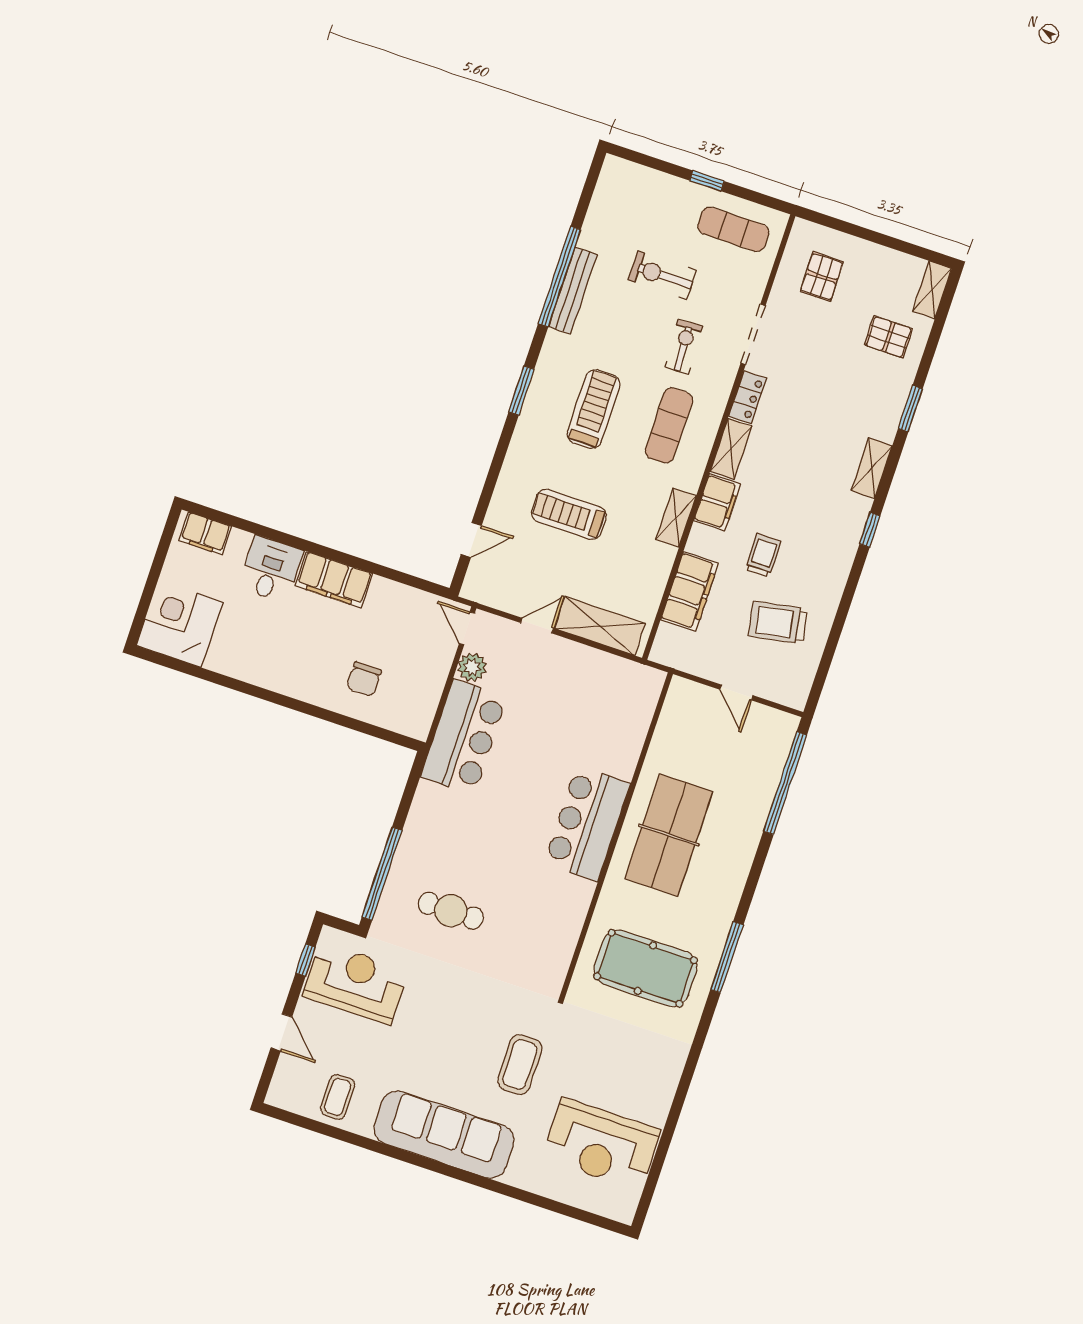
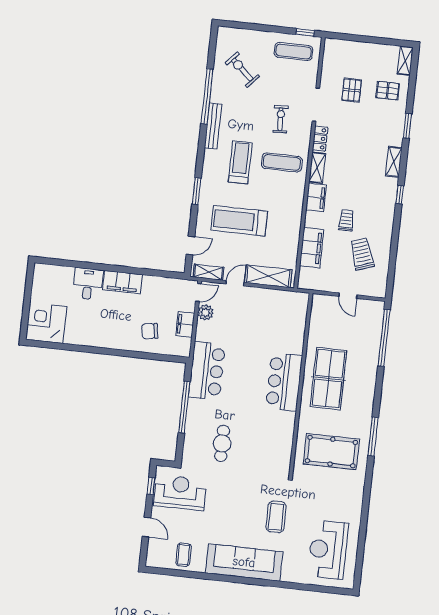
window: (707, 181) -> (305, 32), moved
exercise bike: (662, 275) -> (242, 70), moved, turned 42
pallet: (822, 277) -> (352, 90), moved
bench: (573, 290) -> (213, 126), moved
window: (521, 391) -> (197, 191), moved
exercise mat: (669, 425) -> (282, 162), turned 90
treadmill: (569, 514) -> (239, 221), width x1.37, depth x1.38
shelving: (676, 518) -> (209, 272), moved, turned 90
filing cabinet: (205, 533) -> (185, 324), moved, turned 90
trolley: (778, 623) -> (362, 254), turned 81
door: (467, 628) -> (198, 293), swing flipped
chair: (364, 679) -> (150, 331), turned 81
bar counter: (464, 737) -> (207, 371), moved
window: (382, 874) -> (184, 407), moved
cafe table: (451, 911) -> (222, 443), turned 90
reception desk: (601, 1144) -> (328, 550), turned 90

